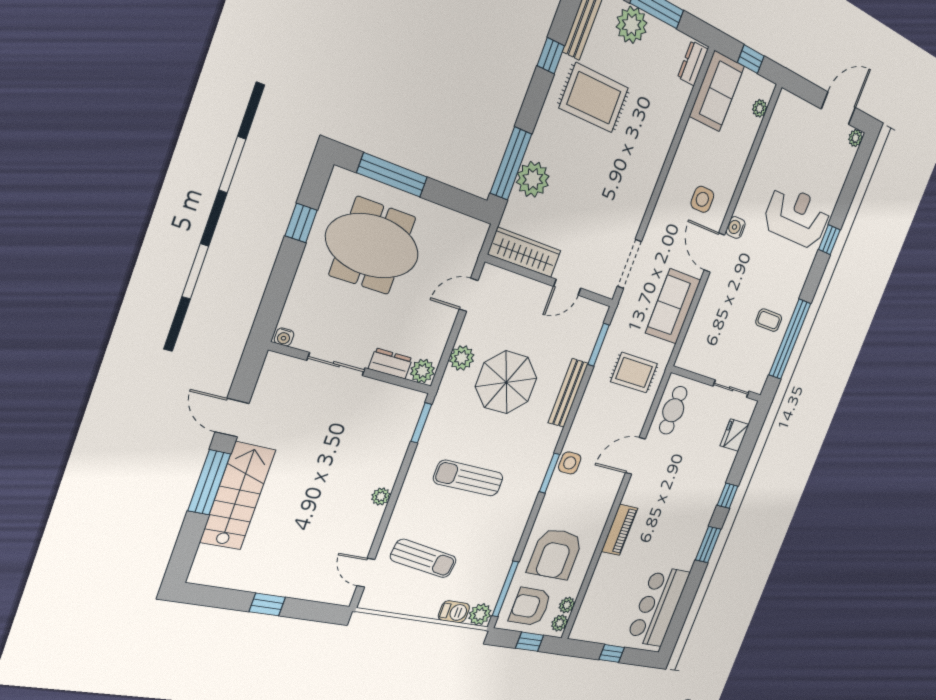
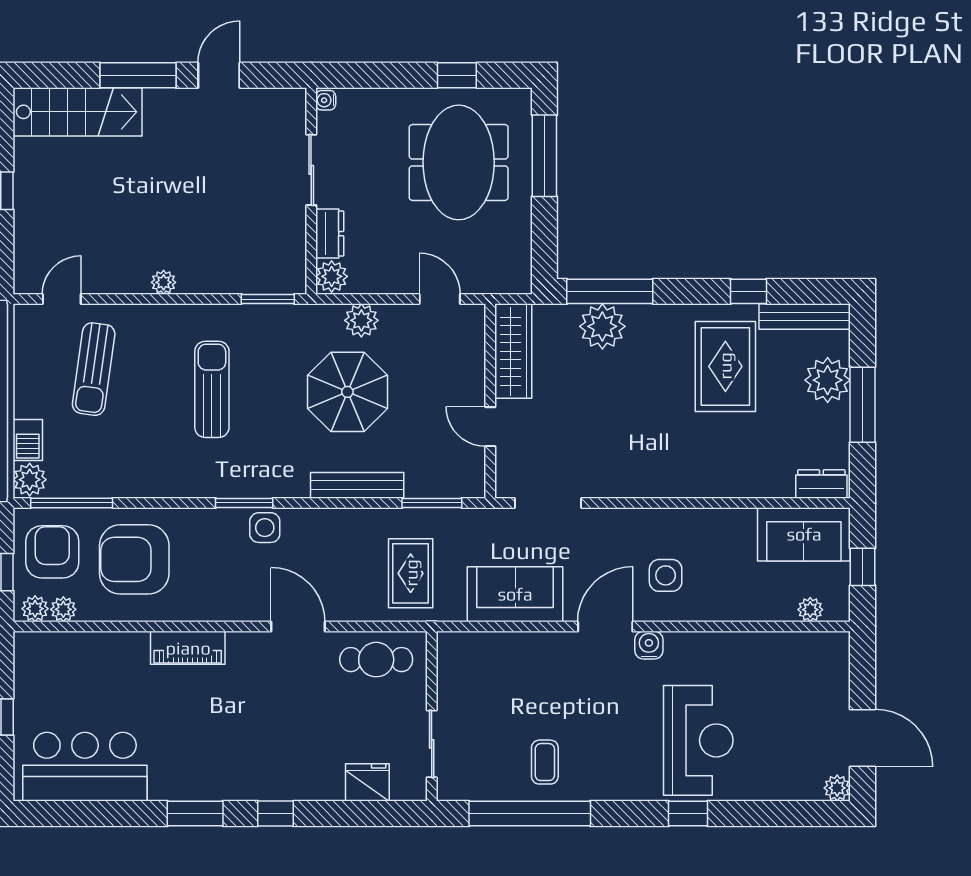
stairs: (238, 496) -> (77, 112), moved

